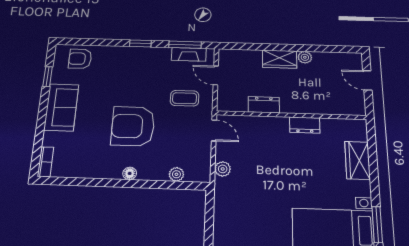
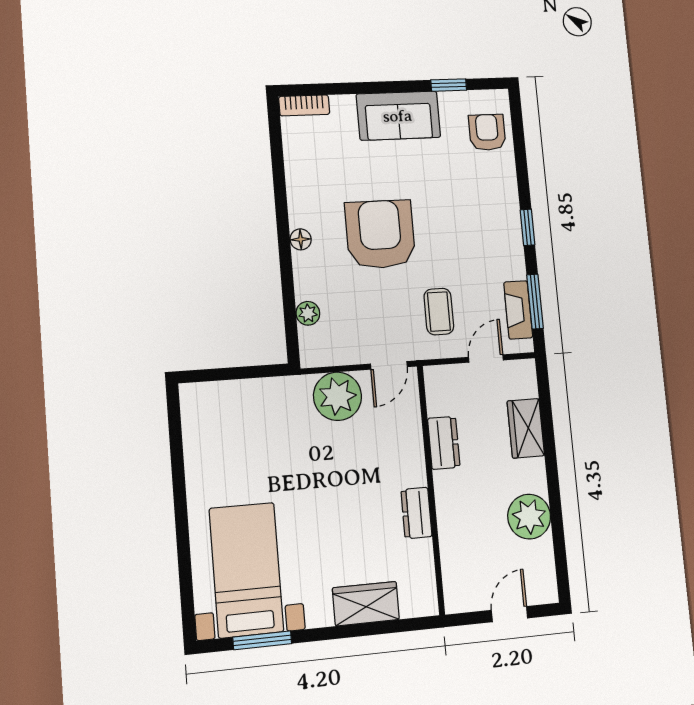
plant: (305, 57) -> (529, 517), width x1.88, depth x1.88
wardrobe: (280, 59) -> (526, 428), moved
plant: (223, 169) -> (338, 396), width x1.87, depth x1.87

